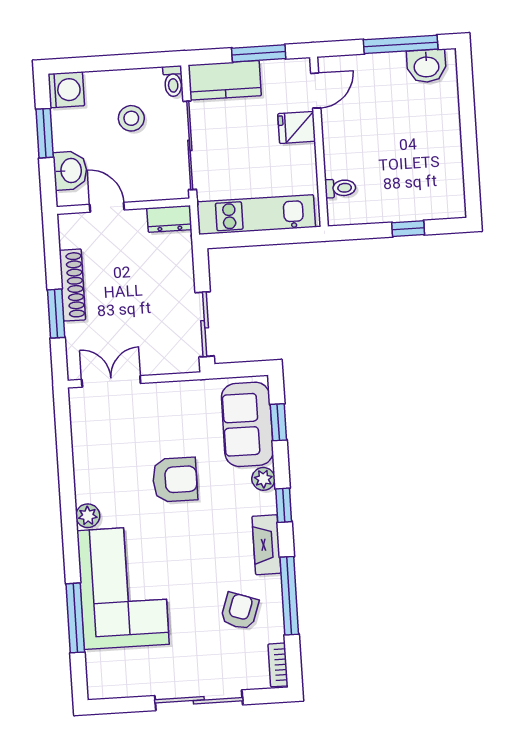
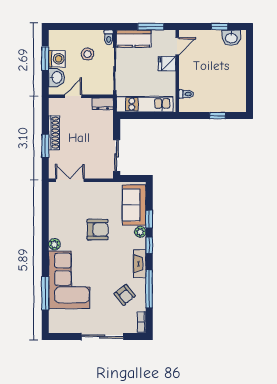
window: (401, 44) -> (220, 27), width x0.46
washing machine: (66, 90) -> (57, 59), moved
door: (107, 207) -> (73, 96), hinge flipped
window: (278, 422) -> (149, 219), moved
armchair: (240, 611) -> (125, 295), turned 122

